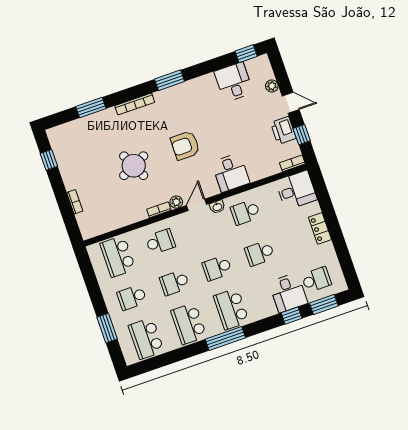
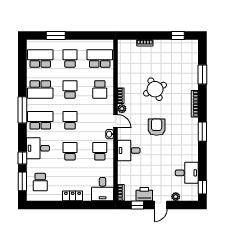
desk: (288, 293) -> (38, 148), moved
school desk: (189, 324) -> (40, 89), turned 180

